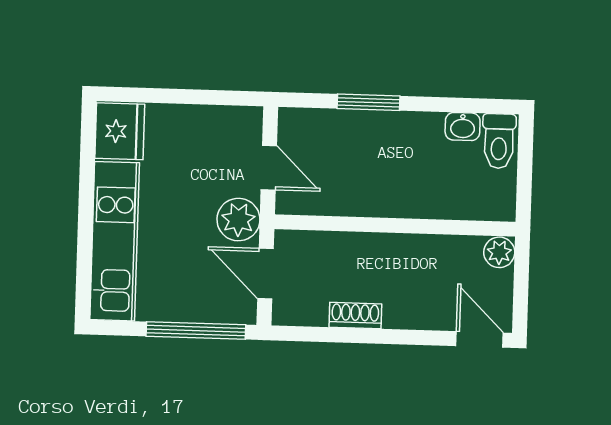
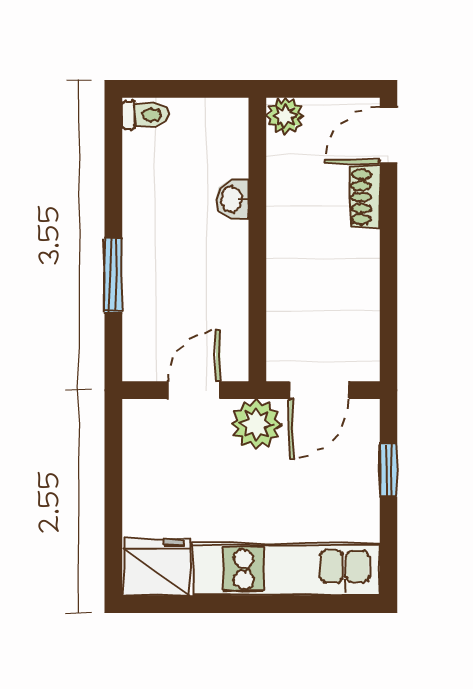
washbasin: (463, 127) -> (232, 199), moved, turned 180
toilet: (499, 141) -> (145, 115), width x0.73, depth x0.72
shoe rack: (355, 316) -> (365, 197), moved
window: (196, 330) -> (388, 470), width x0.46

